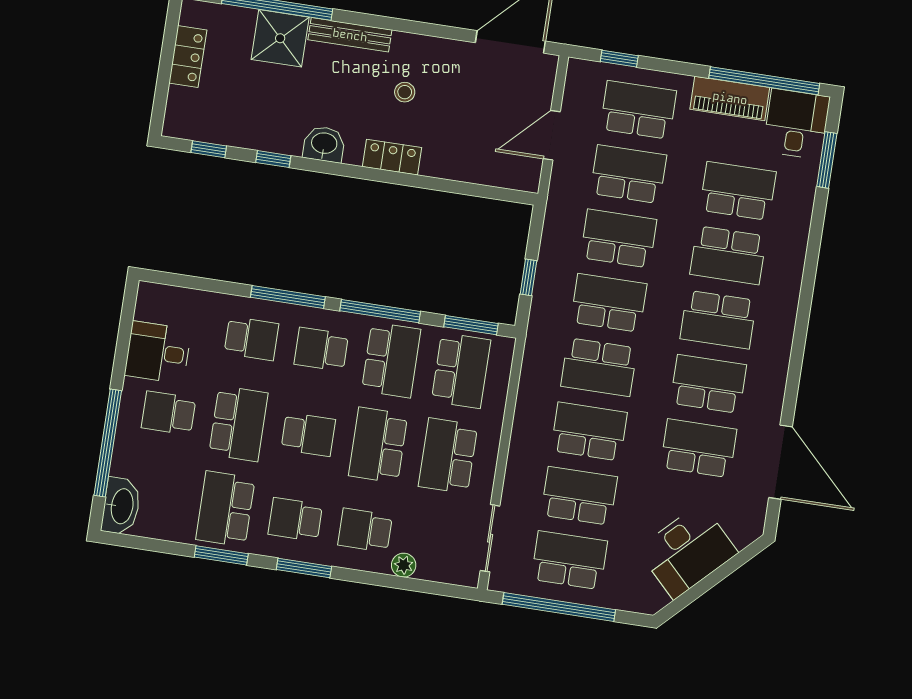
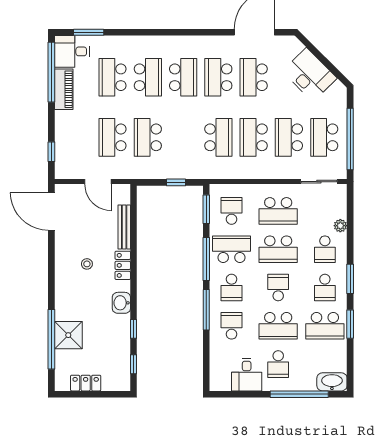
bench: (350, 35) -> (124, 227), moved
school desk: (638, 110) -> (77, 137), removed
school desk: (609, 303) -> (183, 137), removed
school desk: (461, 371) -> (232, 211), width x0.54
school desk: (238, 424) -> (278, 326), turned 180

